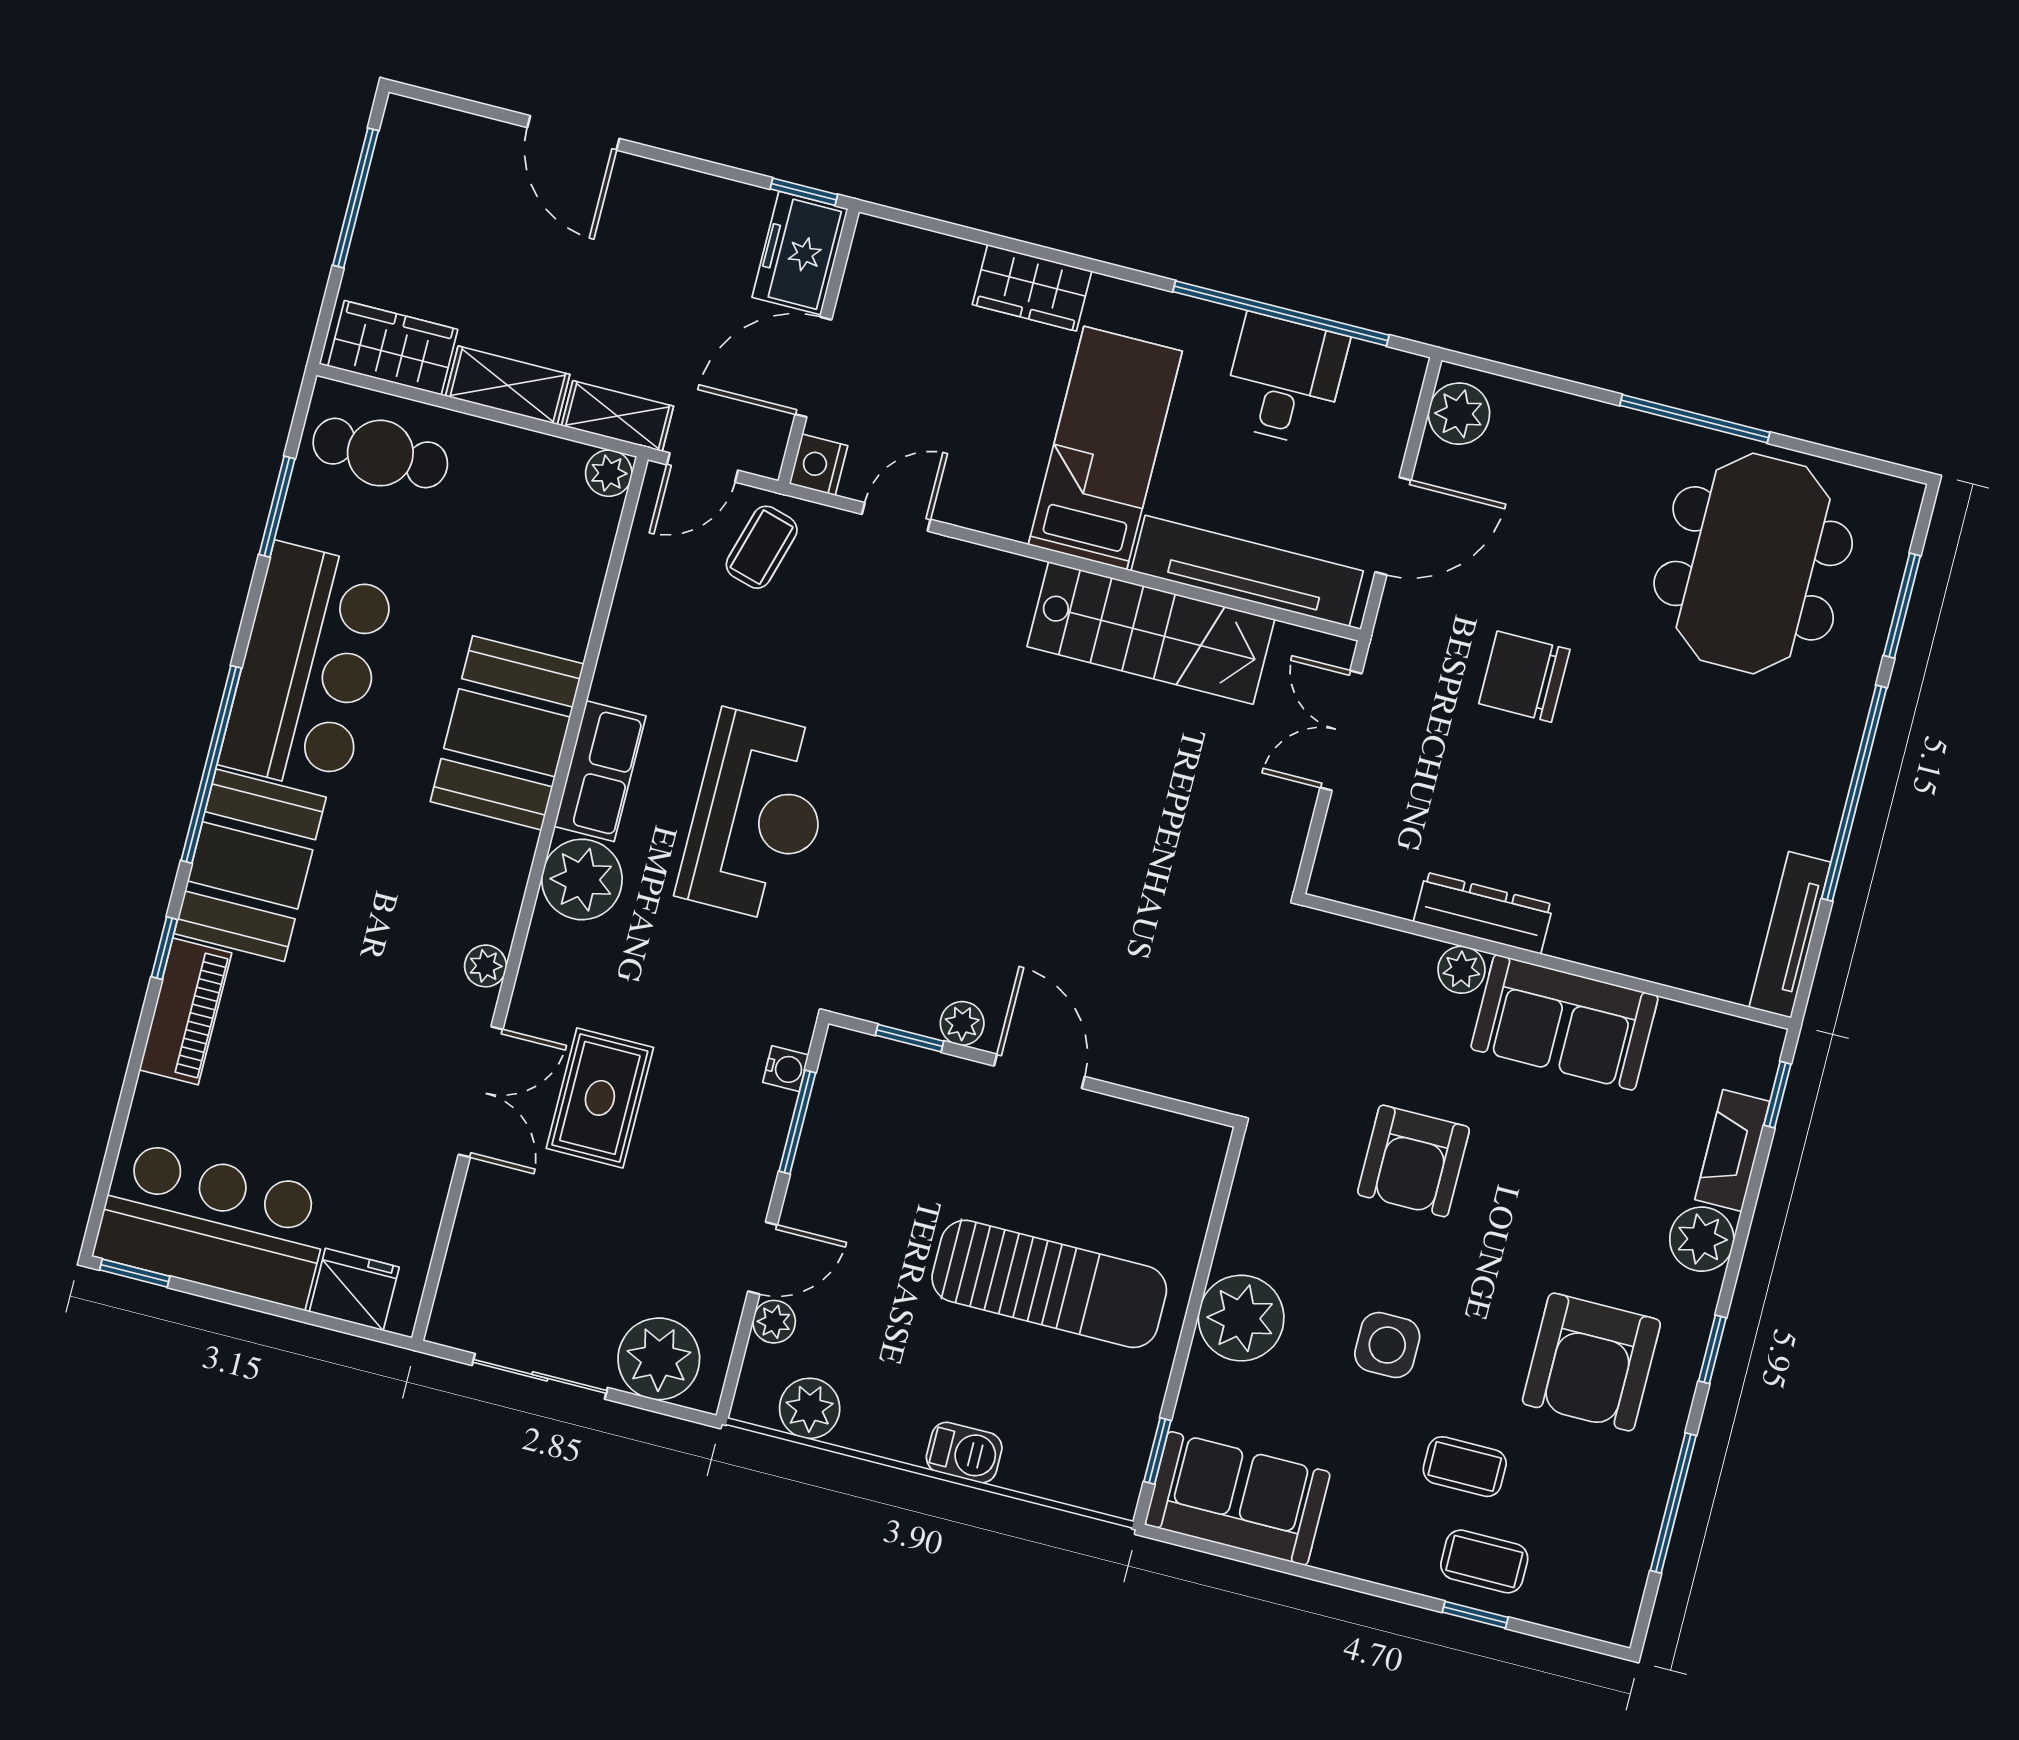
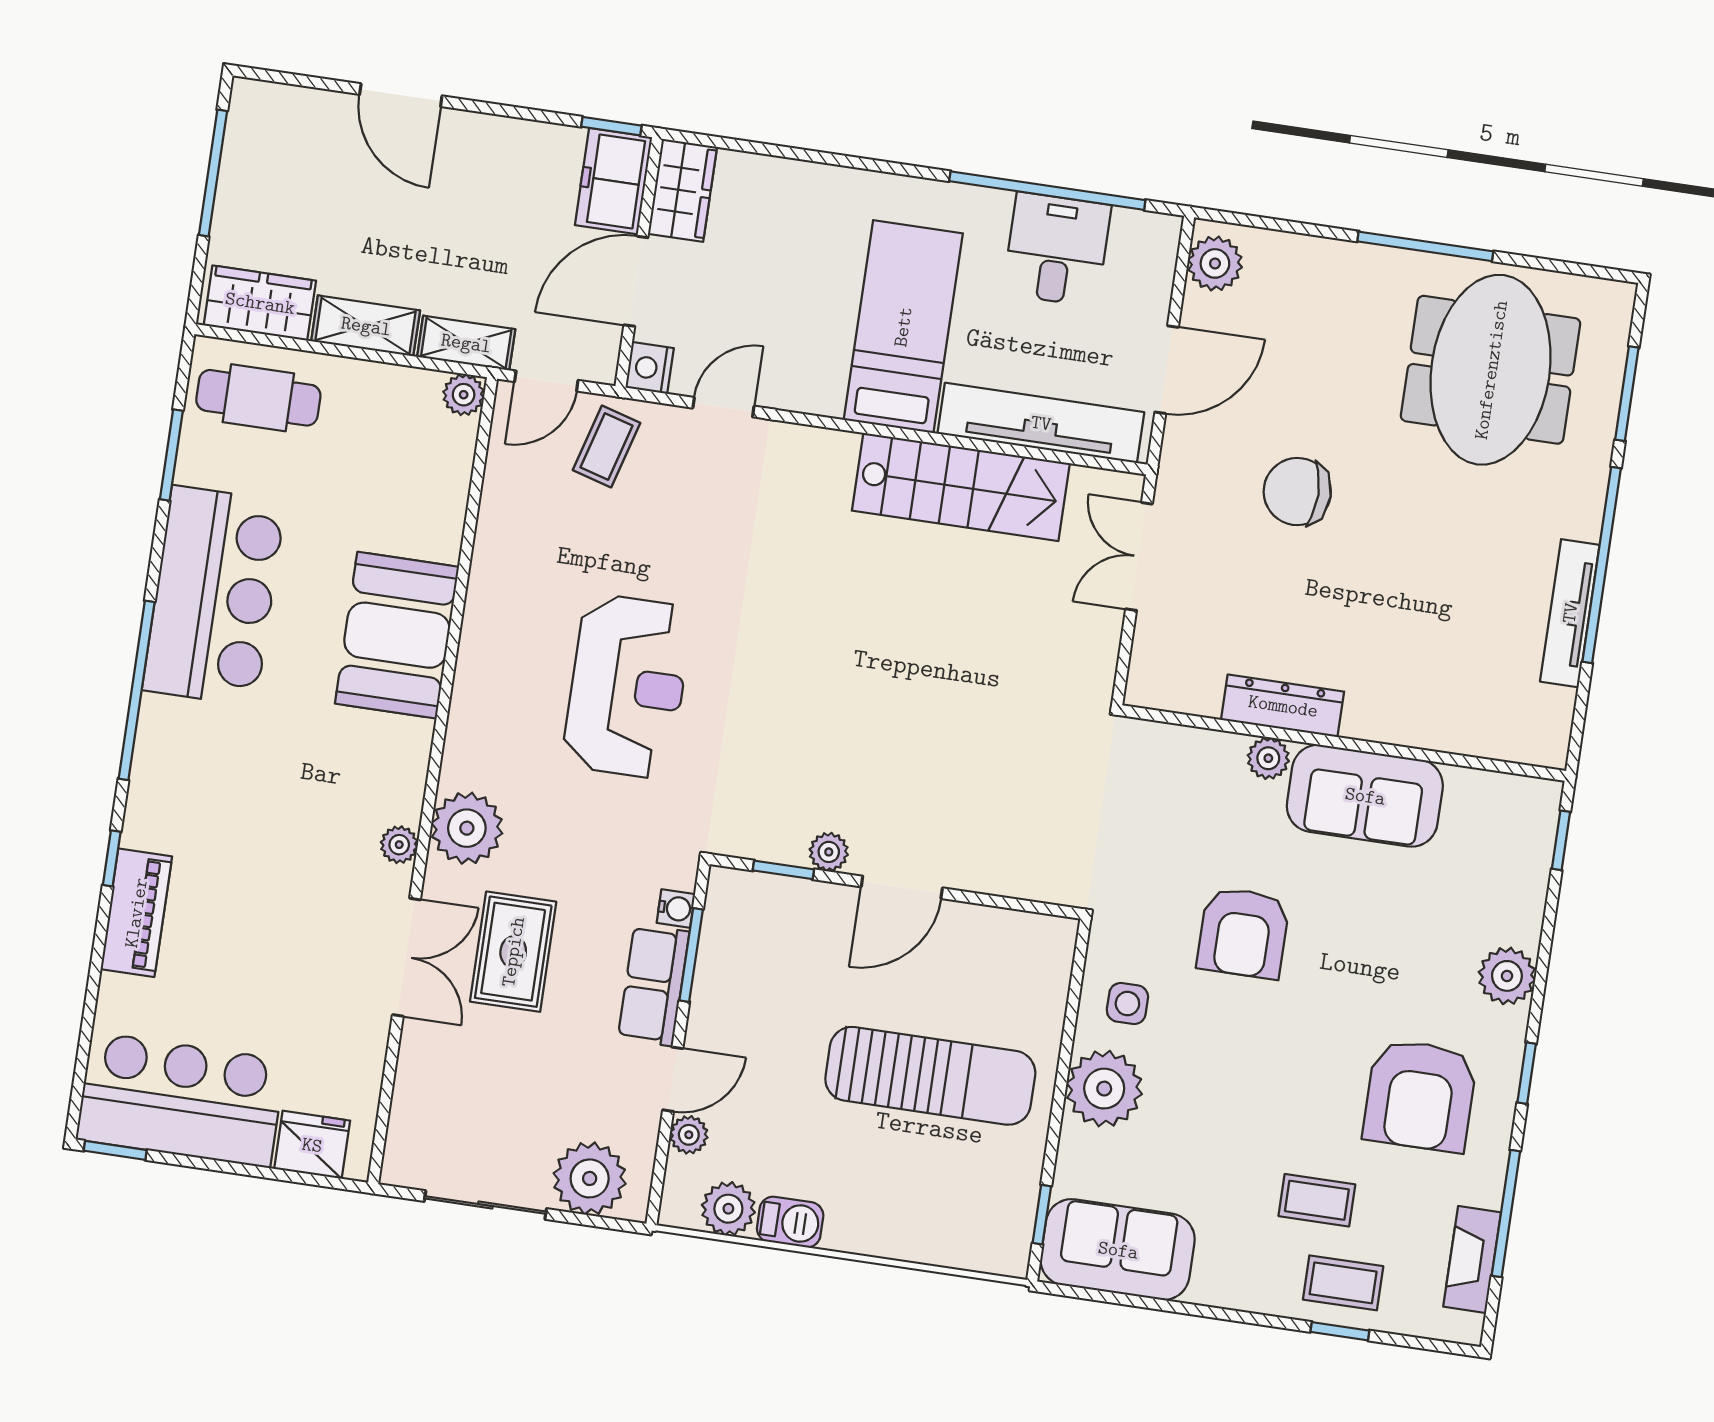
wardrobe: (1032, 288) -> (683, 190), moved, turned -90
row of seats: (600, 771) -> (654, 985), moved, turned 180
booth: (250, 865) -> (180, 777), removed
plant: (582, 879) -> (467, 828), moved
tv unit: (1790, 935) -> (1570, 613), moved
door: (1039, 1071) -> (902, 887), swing flipped
fireplace: (1732, 1151) -> (1472, 1259), moved
side table: (1387, 1345) -> (1127, 1004), moved, width x0.73, depth x0.73
barbecue: (964, 1453) -> (790, 1222), moved

